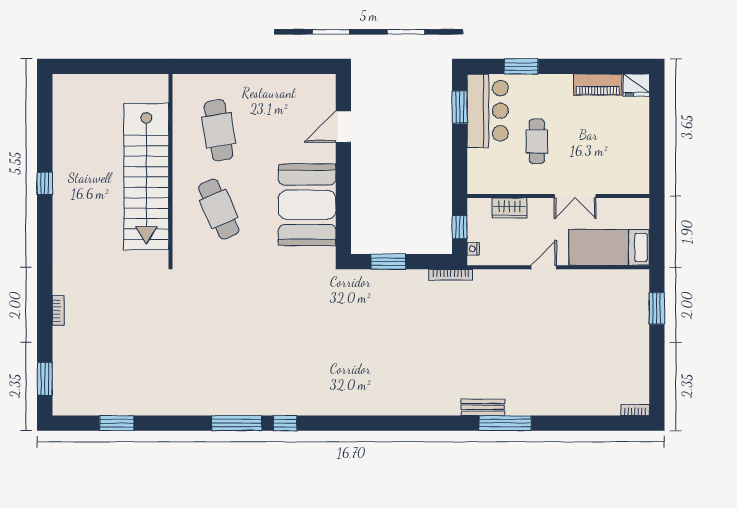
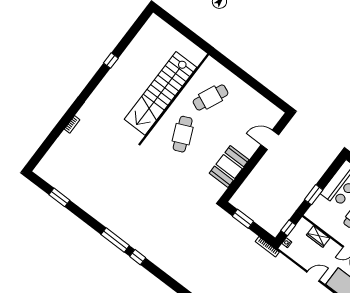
window: (460, 107) -> (314, 195), moved
cafe table: (219, 130) -> (211, 97), turned 33
booth: (307, 205) -> (229, 166), width x0.73, depth x0.70
window: (45, 379) -> (42, 151), removed

